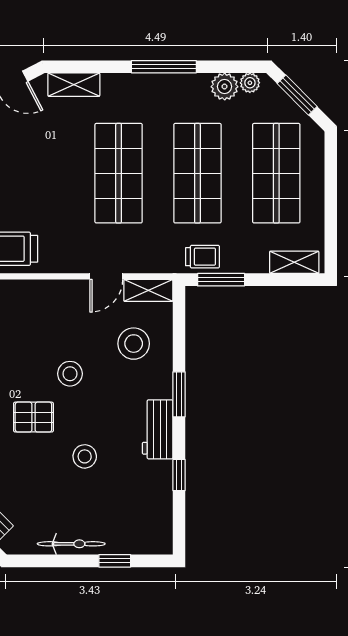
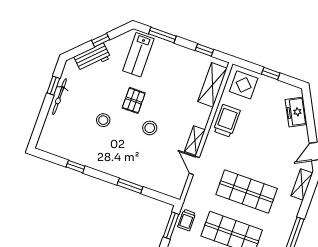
shelving: (148, 290) -> (195, 141), moved
stool: (134, 344) -> (154, 167), removed
window: (179, 394) -> (130, 186), moved
workbench: (158, 429) -> (104, 164), removed
window: (115, 561) -> (53, 86), moved

